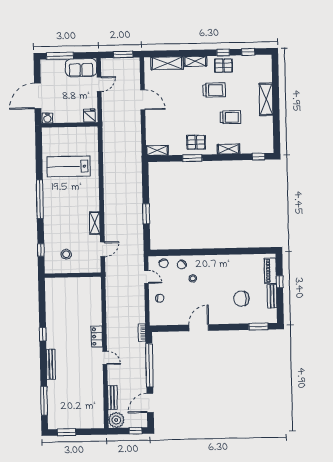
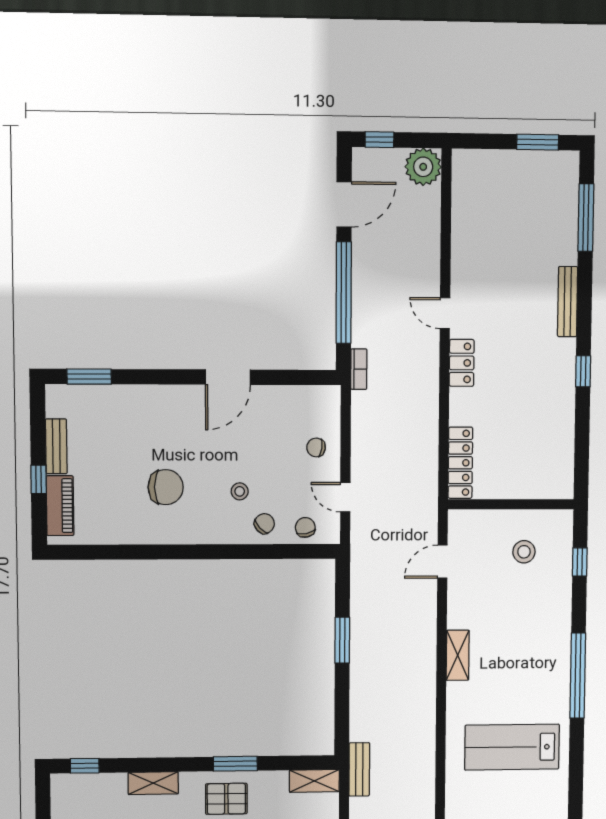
lab bench: (68, 166) -> (512, 747), turned 180
shelving: (95, 223) -> (458, 655), moved
locker: (96, 293) -> (460, 463), added
chair: (241, 299) -> (166, 487), moved
bench: (112, 398) -> (359, 769), moved

